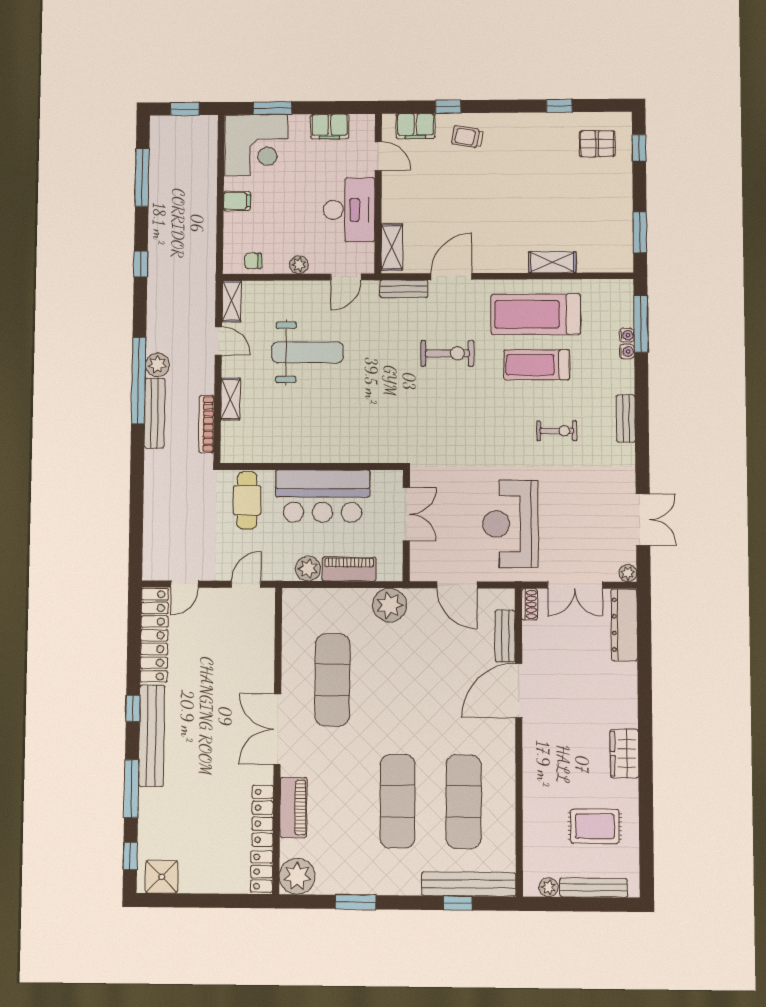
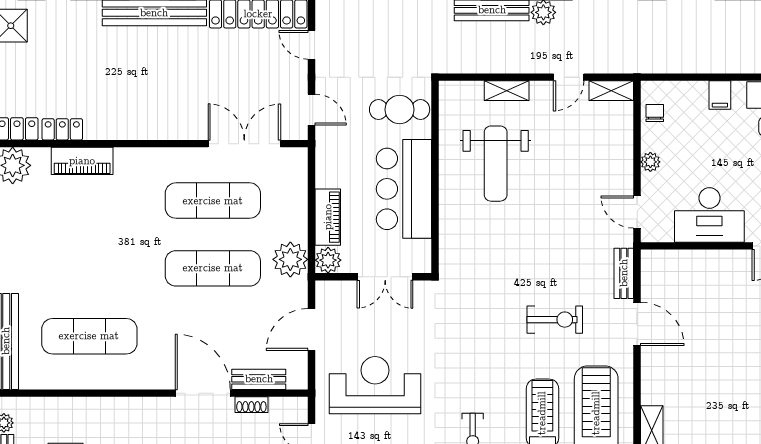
shelving: (392, 247) -> (669, 261), removed
weight bench: (307, 352) -> (496, 164), moved
exercise bike: (447, 353) -> (555, 320), turned -90
bookcase: (207, 424) -> (480, 66), removed
plant: (308, 569) -> (328, 260), moved
shoe rack: (529, 604) -> (251, 405), moved
double door: (277, 729) -> (244, 144), moved
exercise mat: (398, 801) -> (213, 268), moved
locker: (263, 816) -> (62, 129), width x0.66

